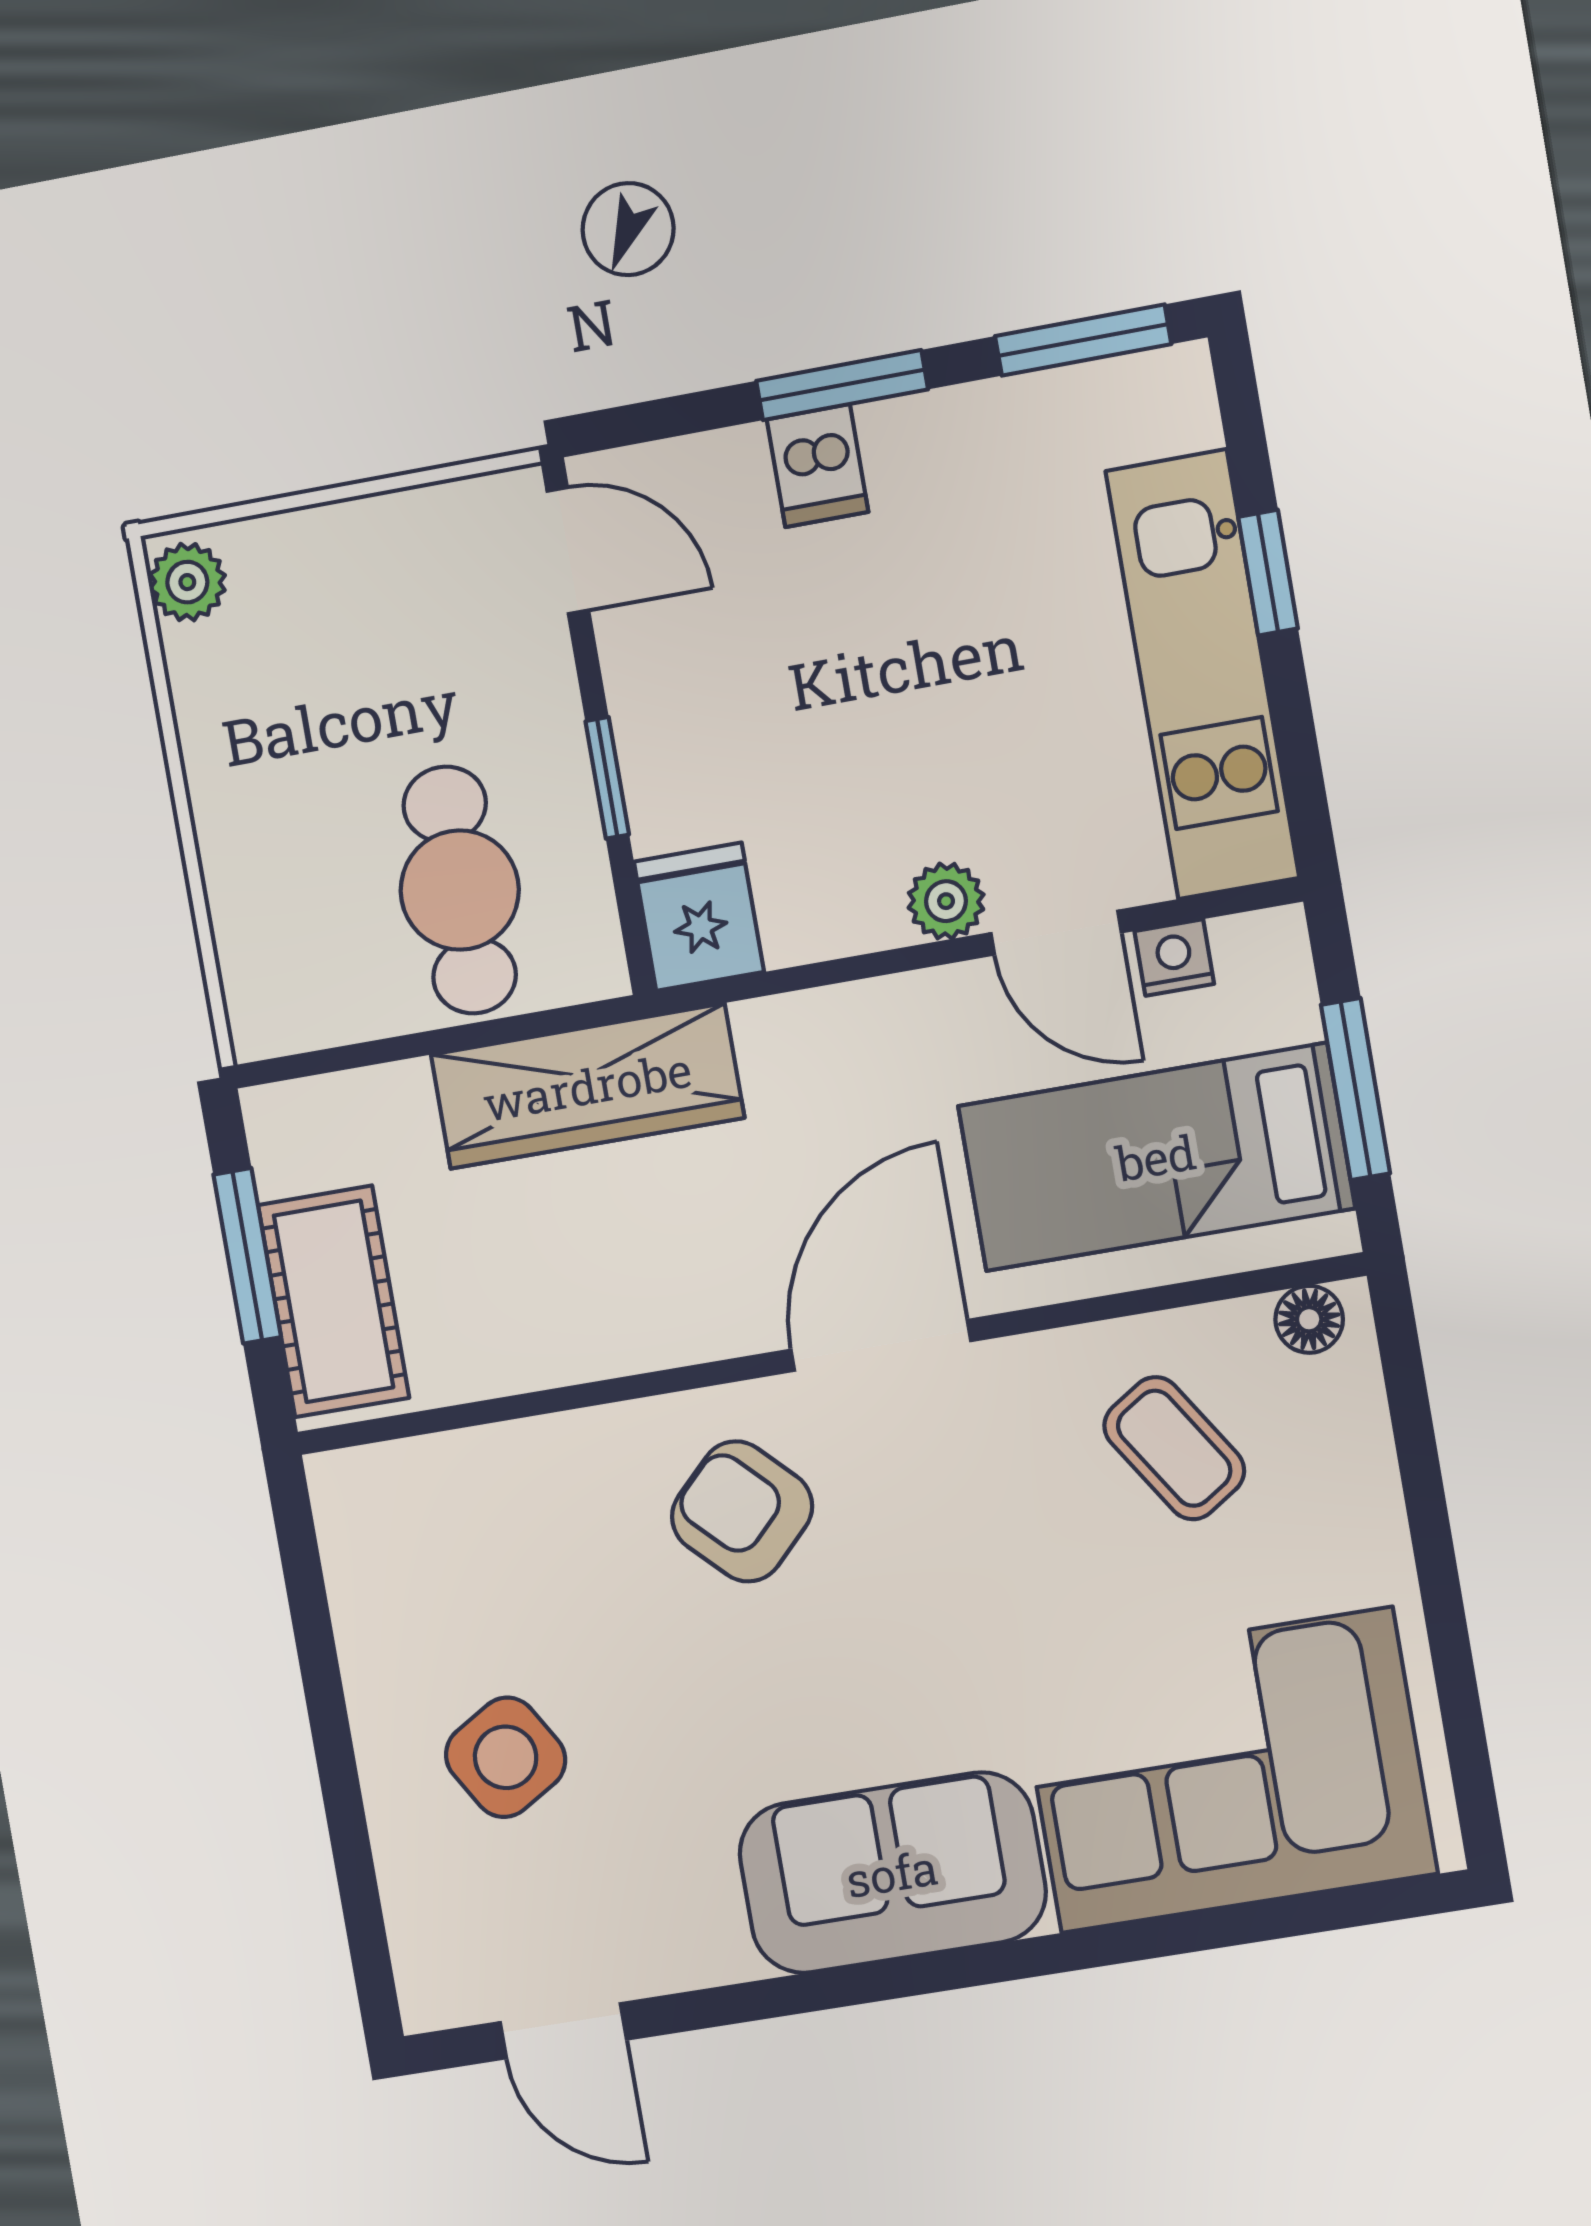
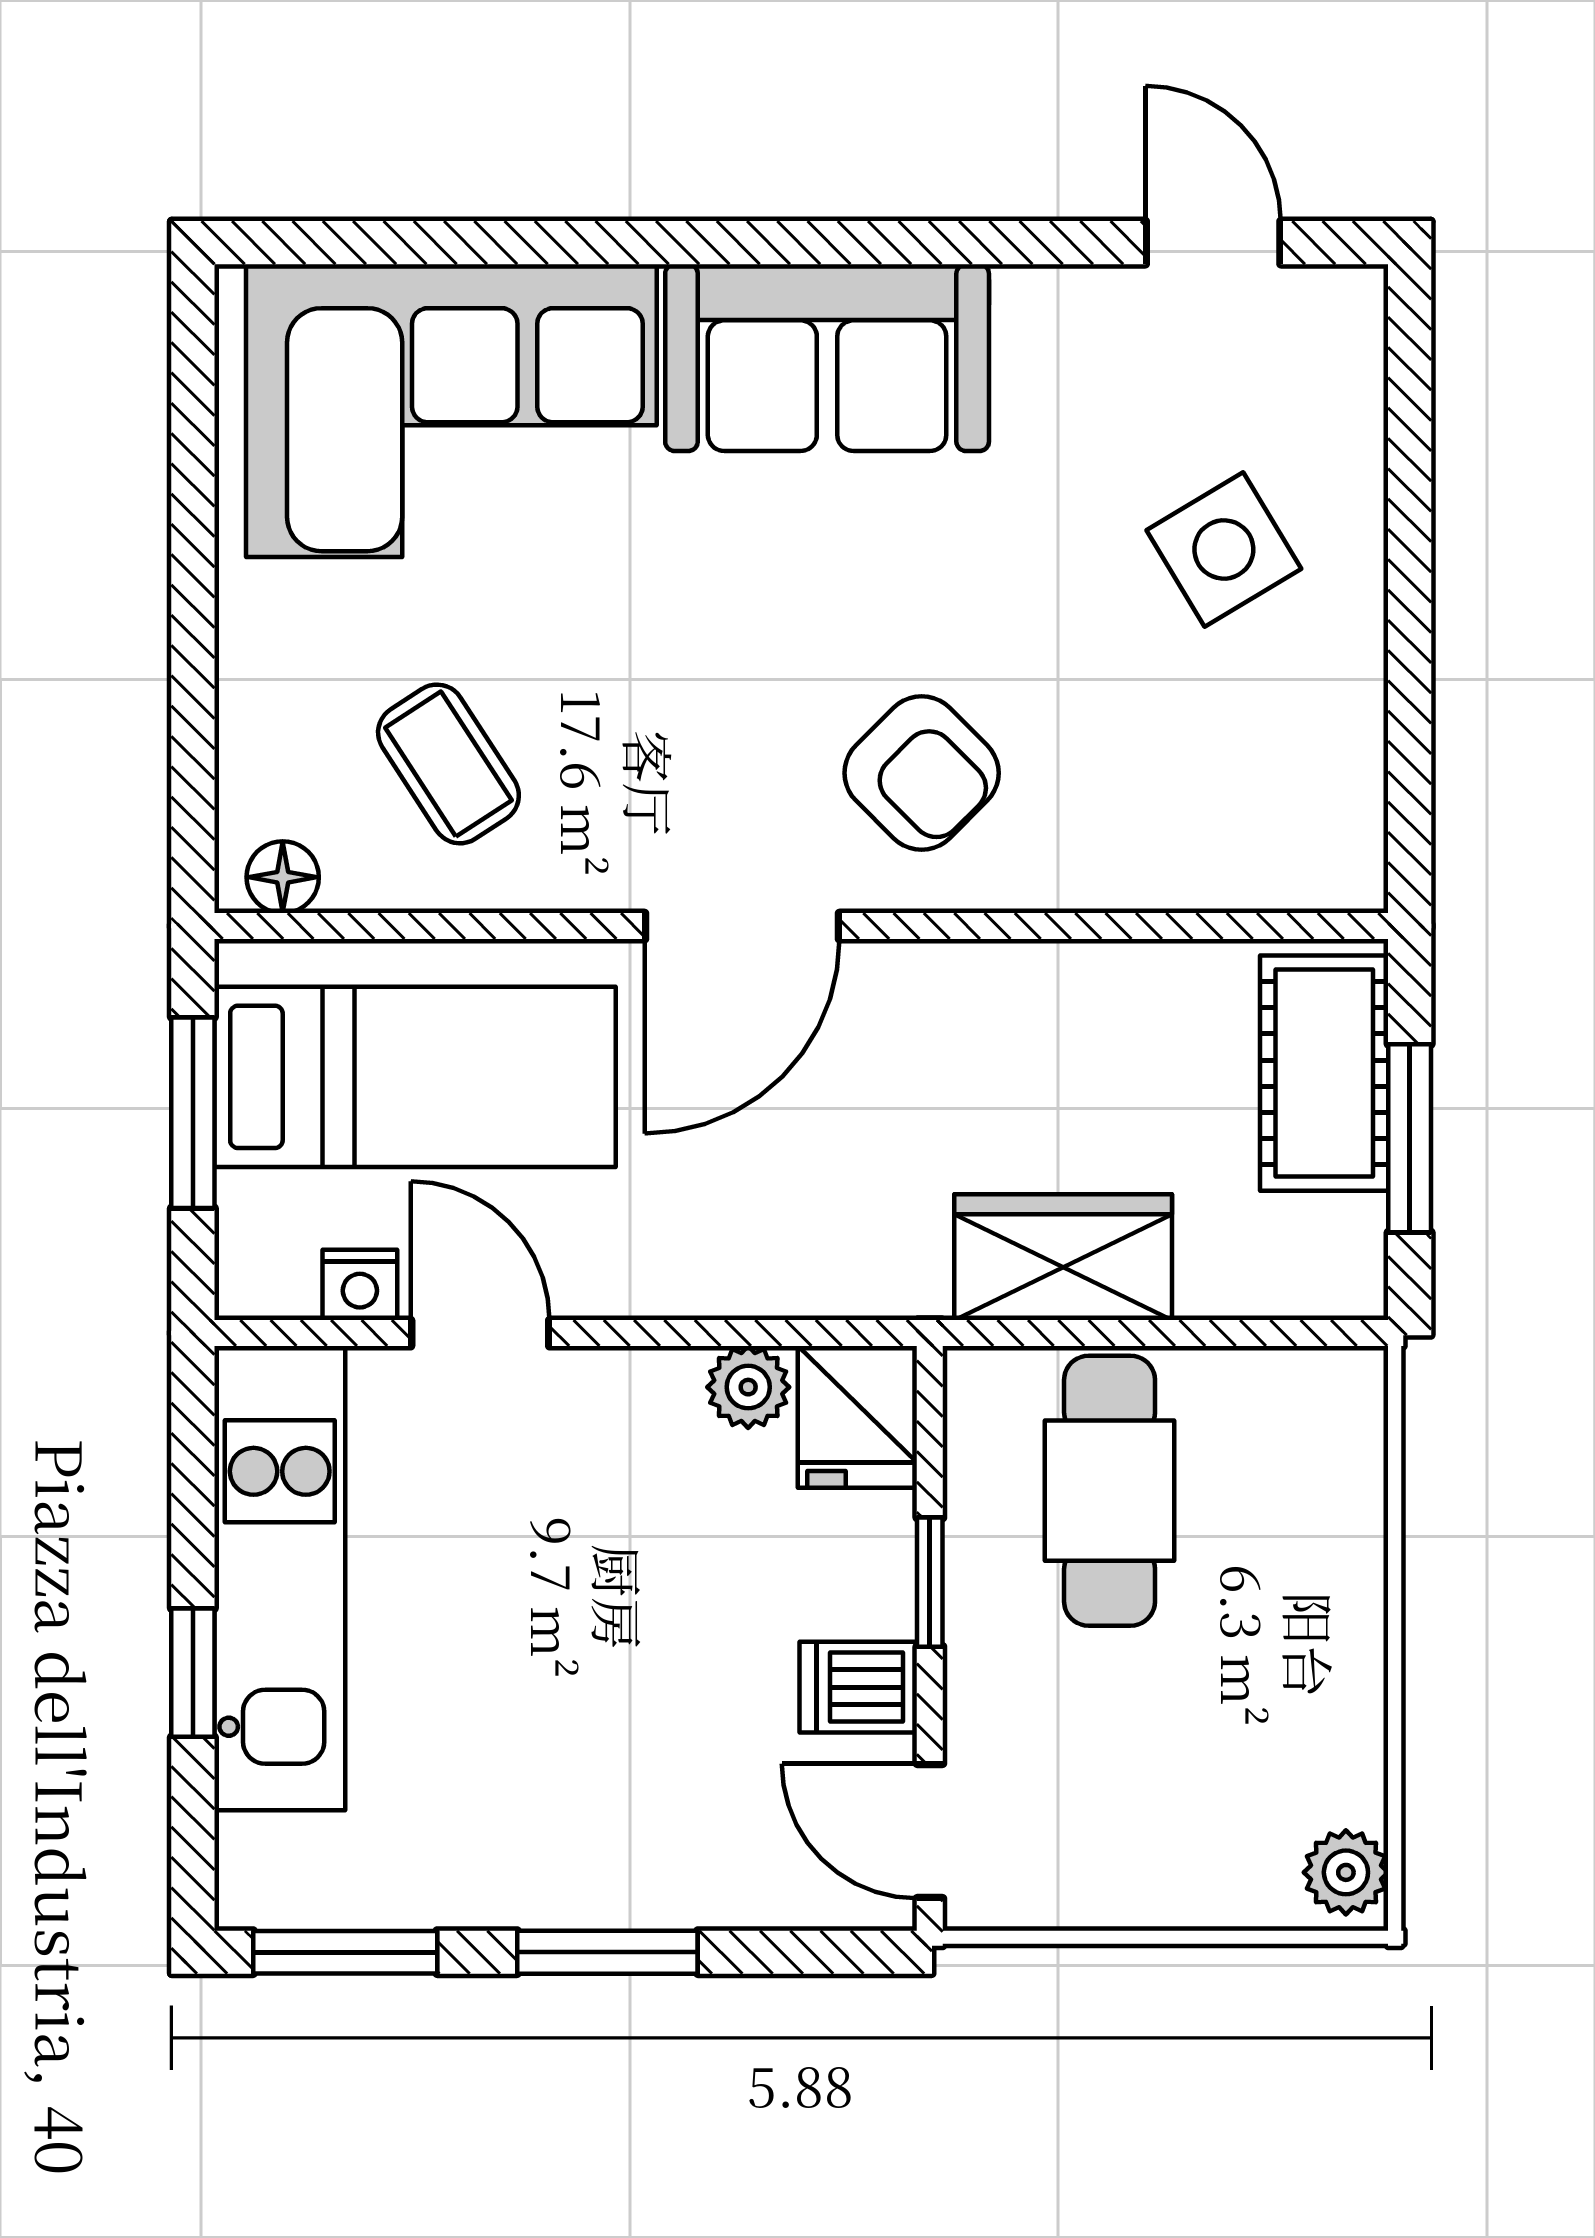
dishwasher: (818, 466) -> (858, 1687), moved, turned -90
plant: (946, 901) -> (748, 1387), moved
wardrobe: (587, 1086) -> (1063, 1257), width x0.67

